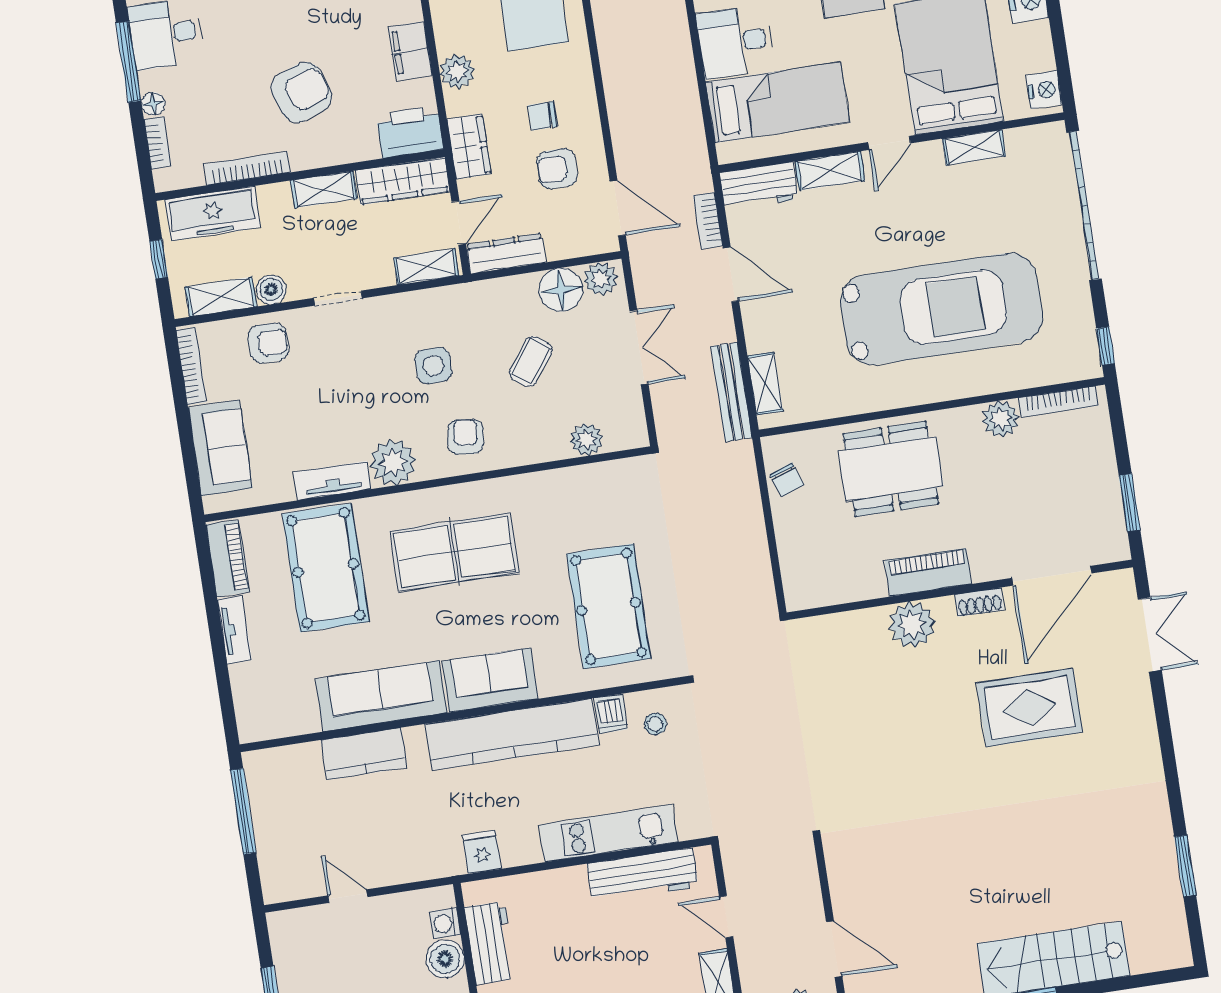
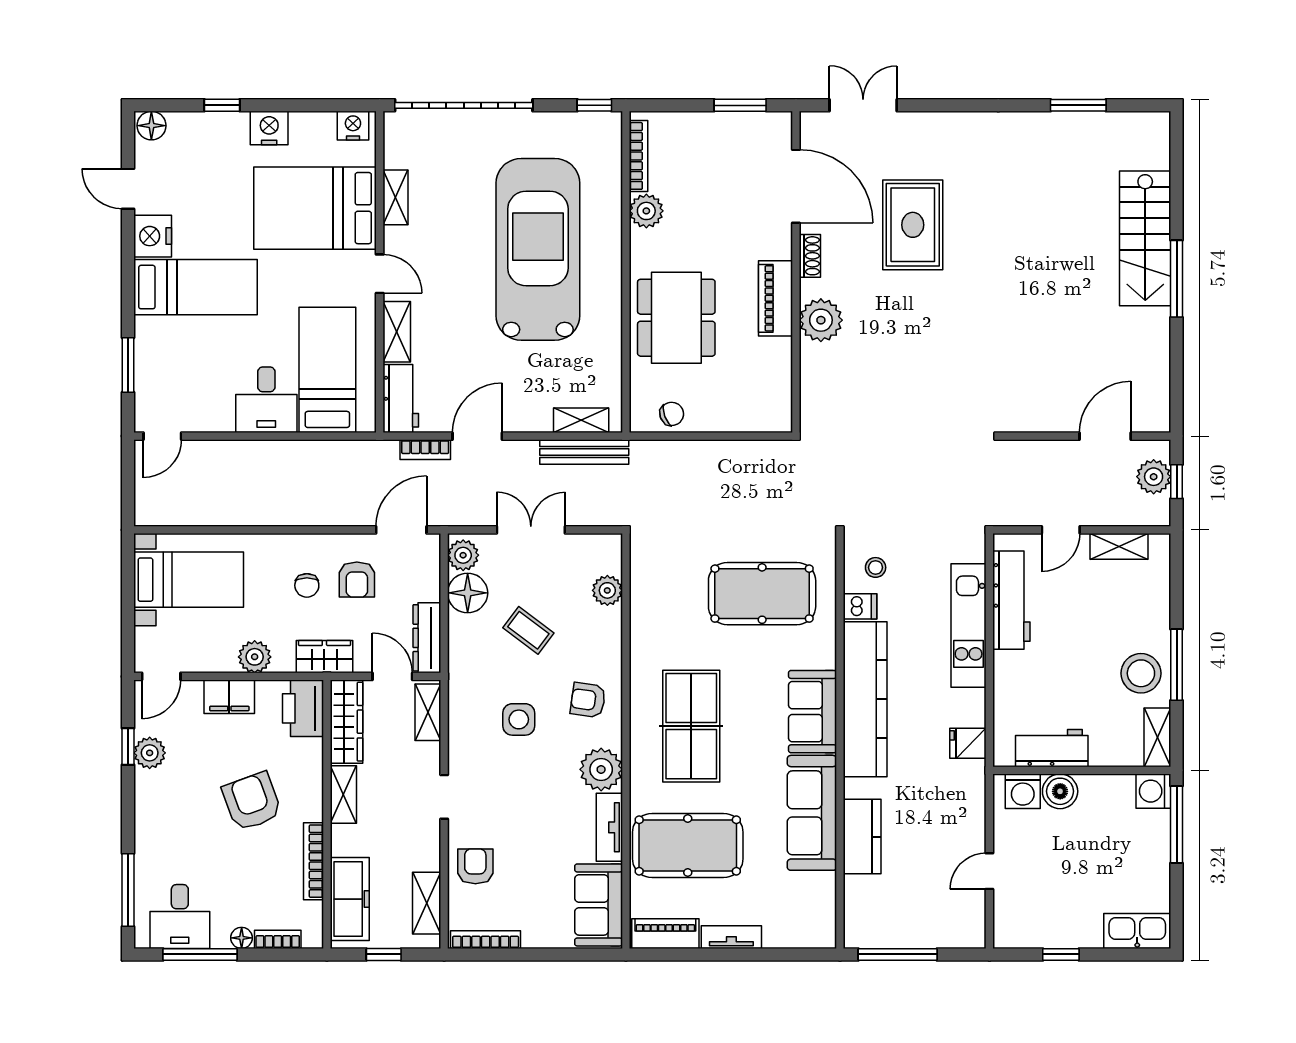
boiler: (271, 290) -> (427, 856), removed
sofa: (220, 448) -> (599, 905), moved, turned -90
washing machine: (445, 923) -> (1023, 791), width x1.38, depth x1.38

